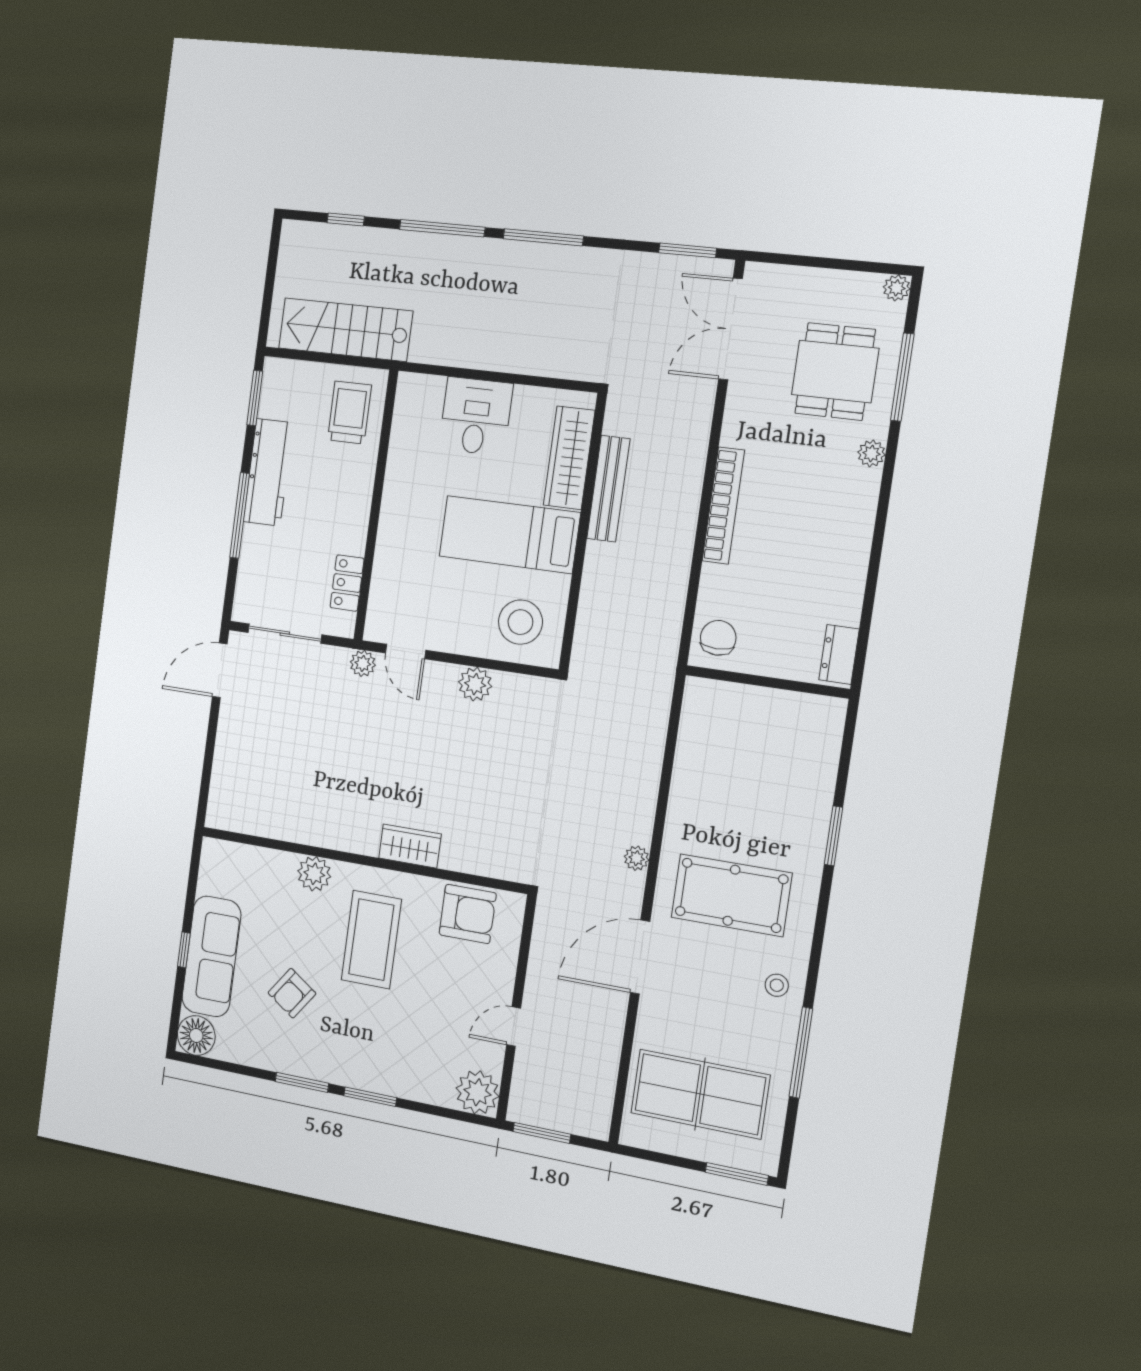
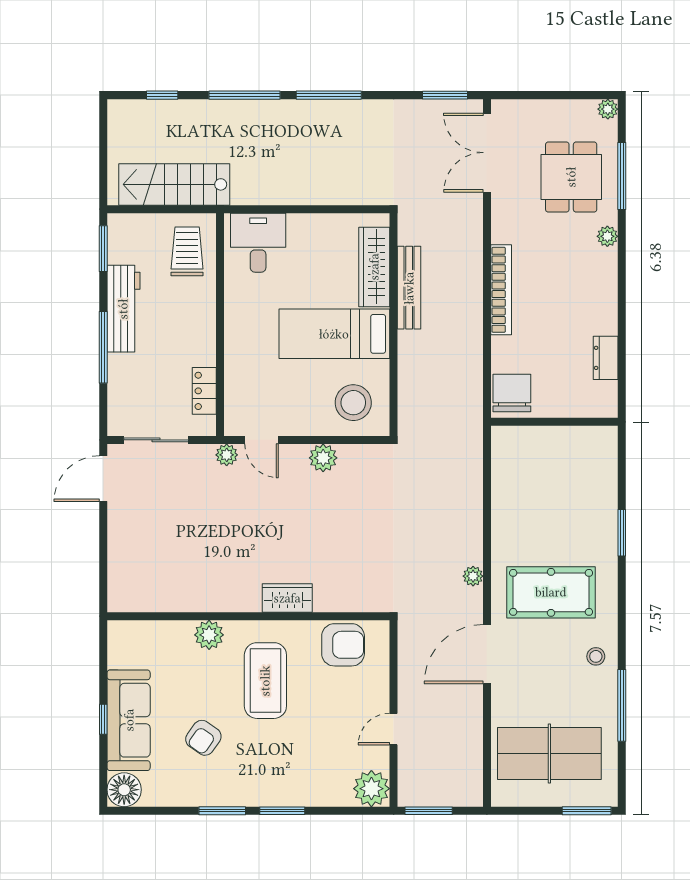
desk: (476, 416) -> (258, 243), moved
chair: (718, 638) -> (512, 393), width x1.37, depth x1.37
dresser: (839, 654) -> (606, 358), moved

